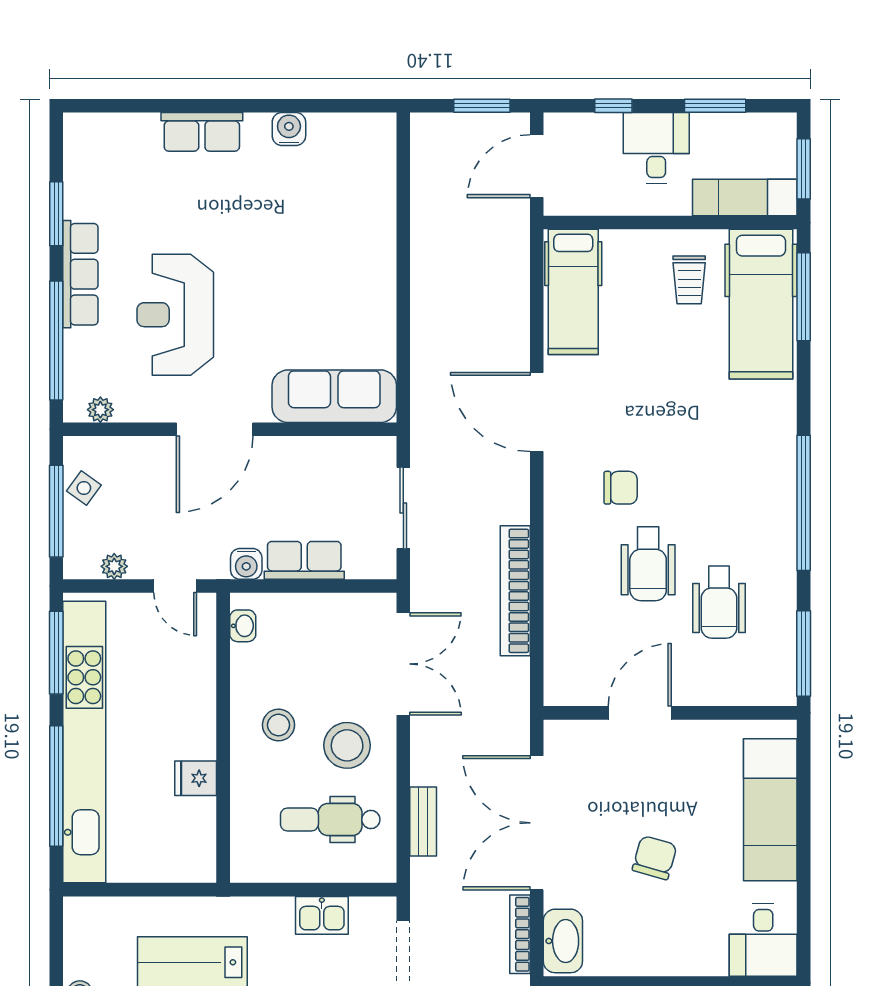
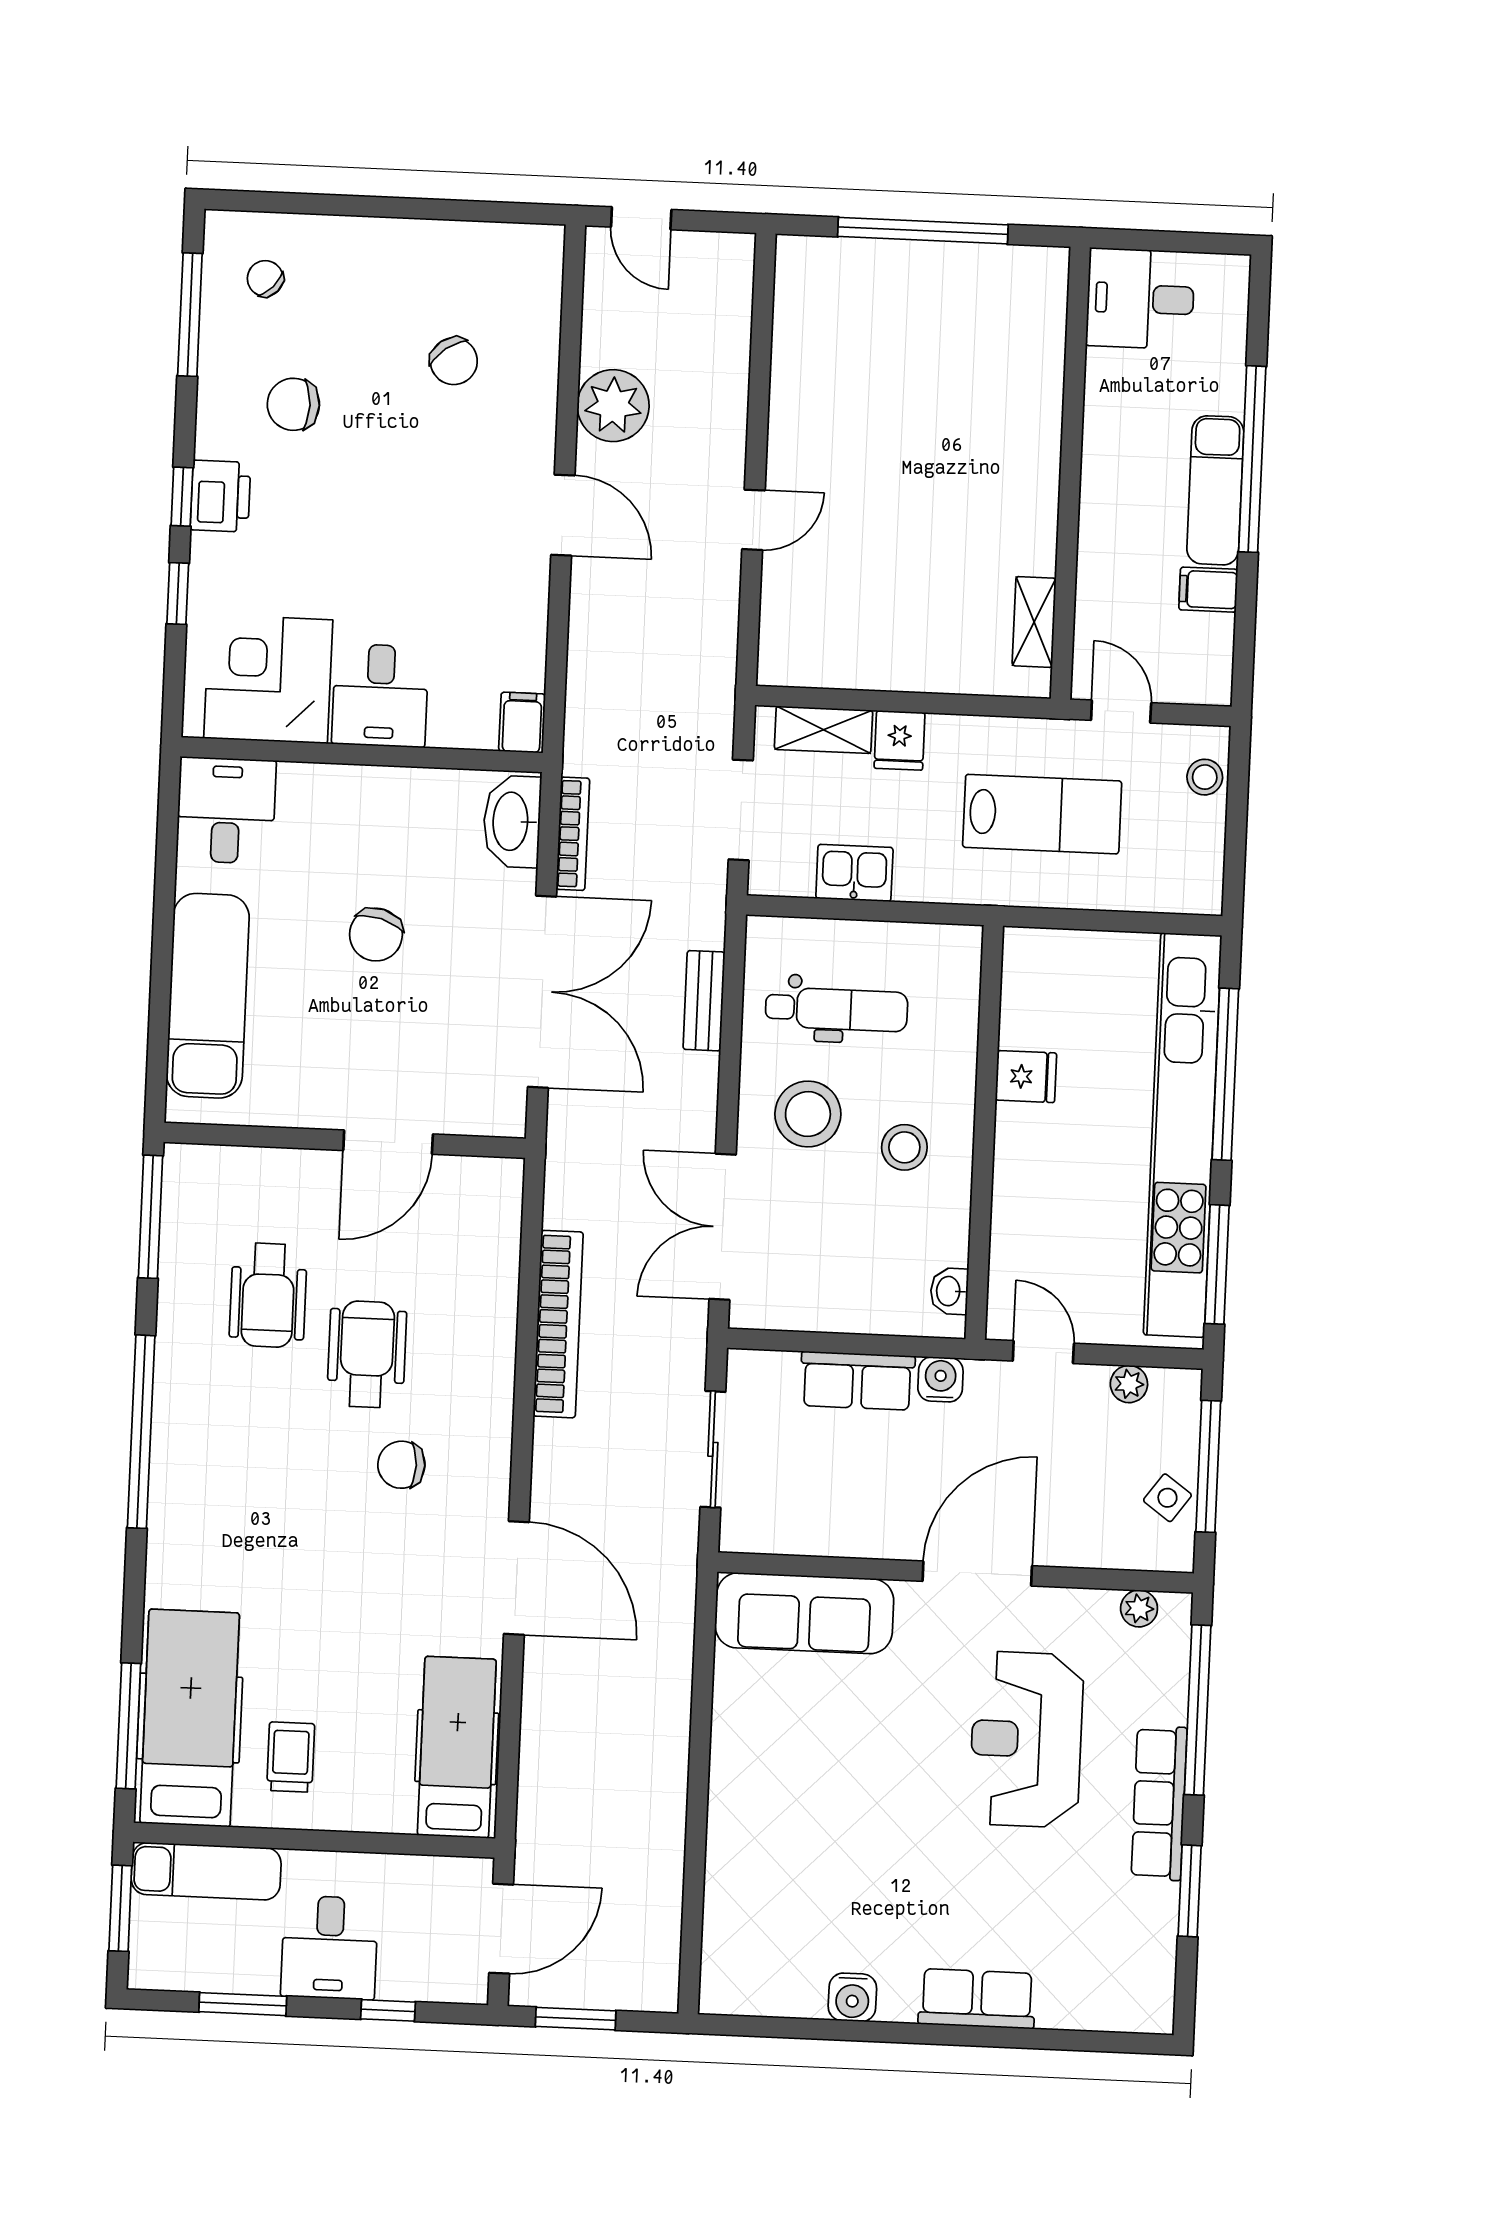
reception desk: (175, 315) -> (1026, 1739), turned 180
wheelchair: (719, 602) -> (268, 1295), turned 180

